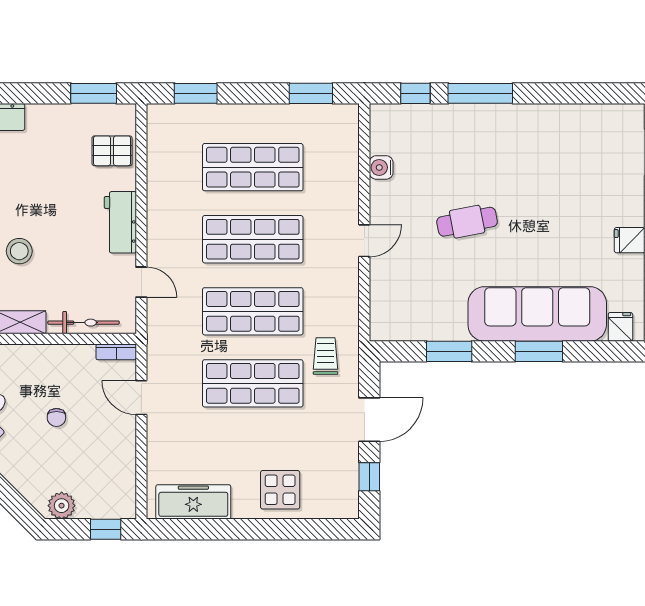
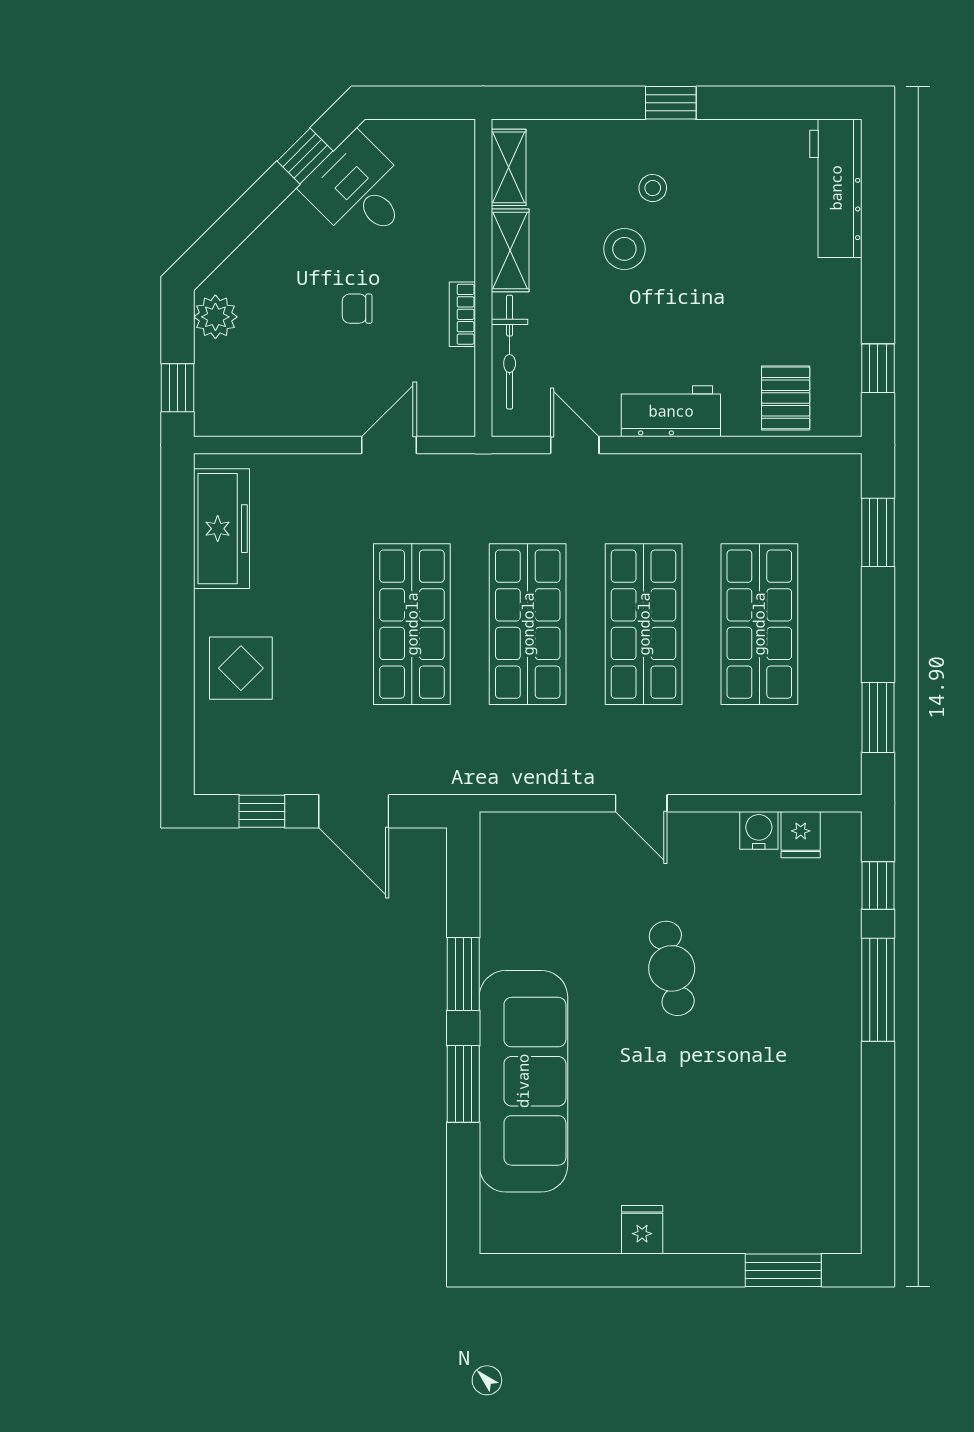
window: (94, 93) -> (878, 368), width x0.67
door: (141, 282) -> (575, 445), swing flipped
fridge: (620, 327) -> (801, 835), moved, turned 90
window: (449, 351) -> (463, 974), moved
bookcase: (116, 352) -> (462, 314), moved
trolley: (325, 356) -> (456, 741), removed

